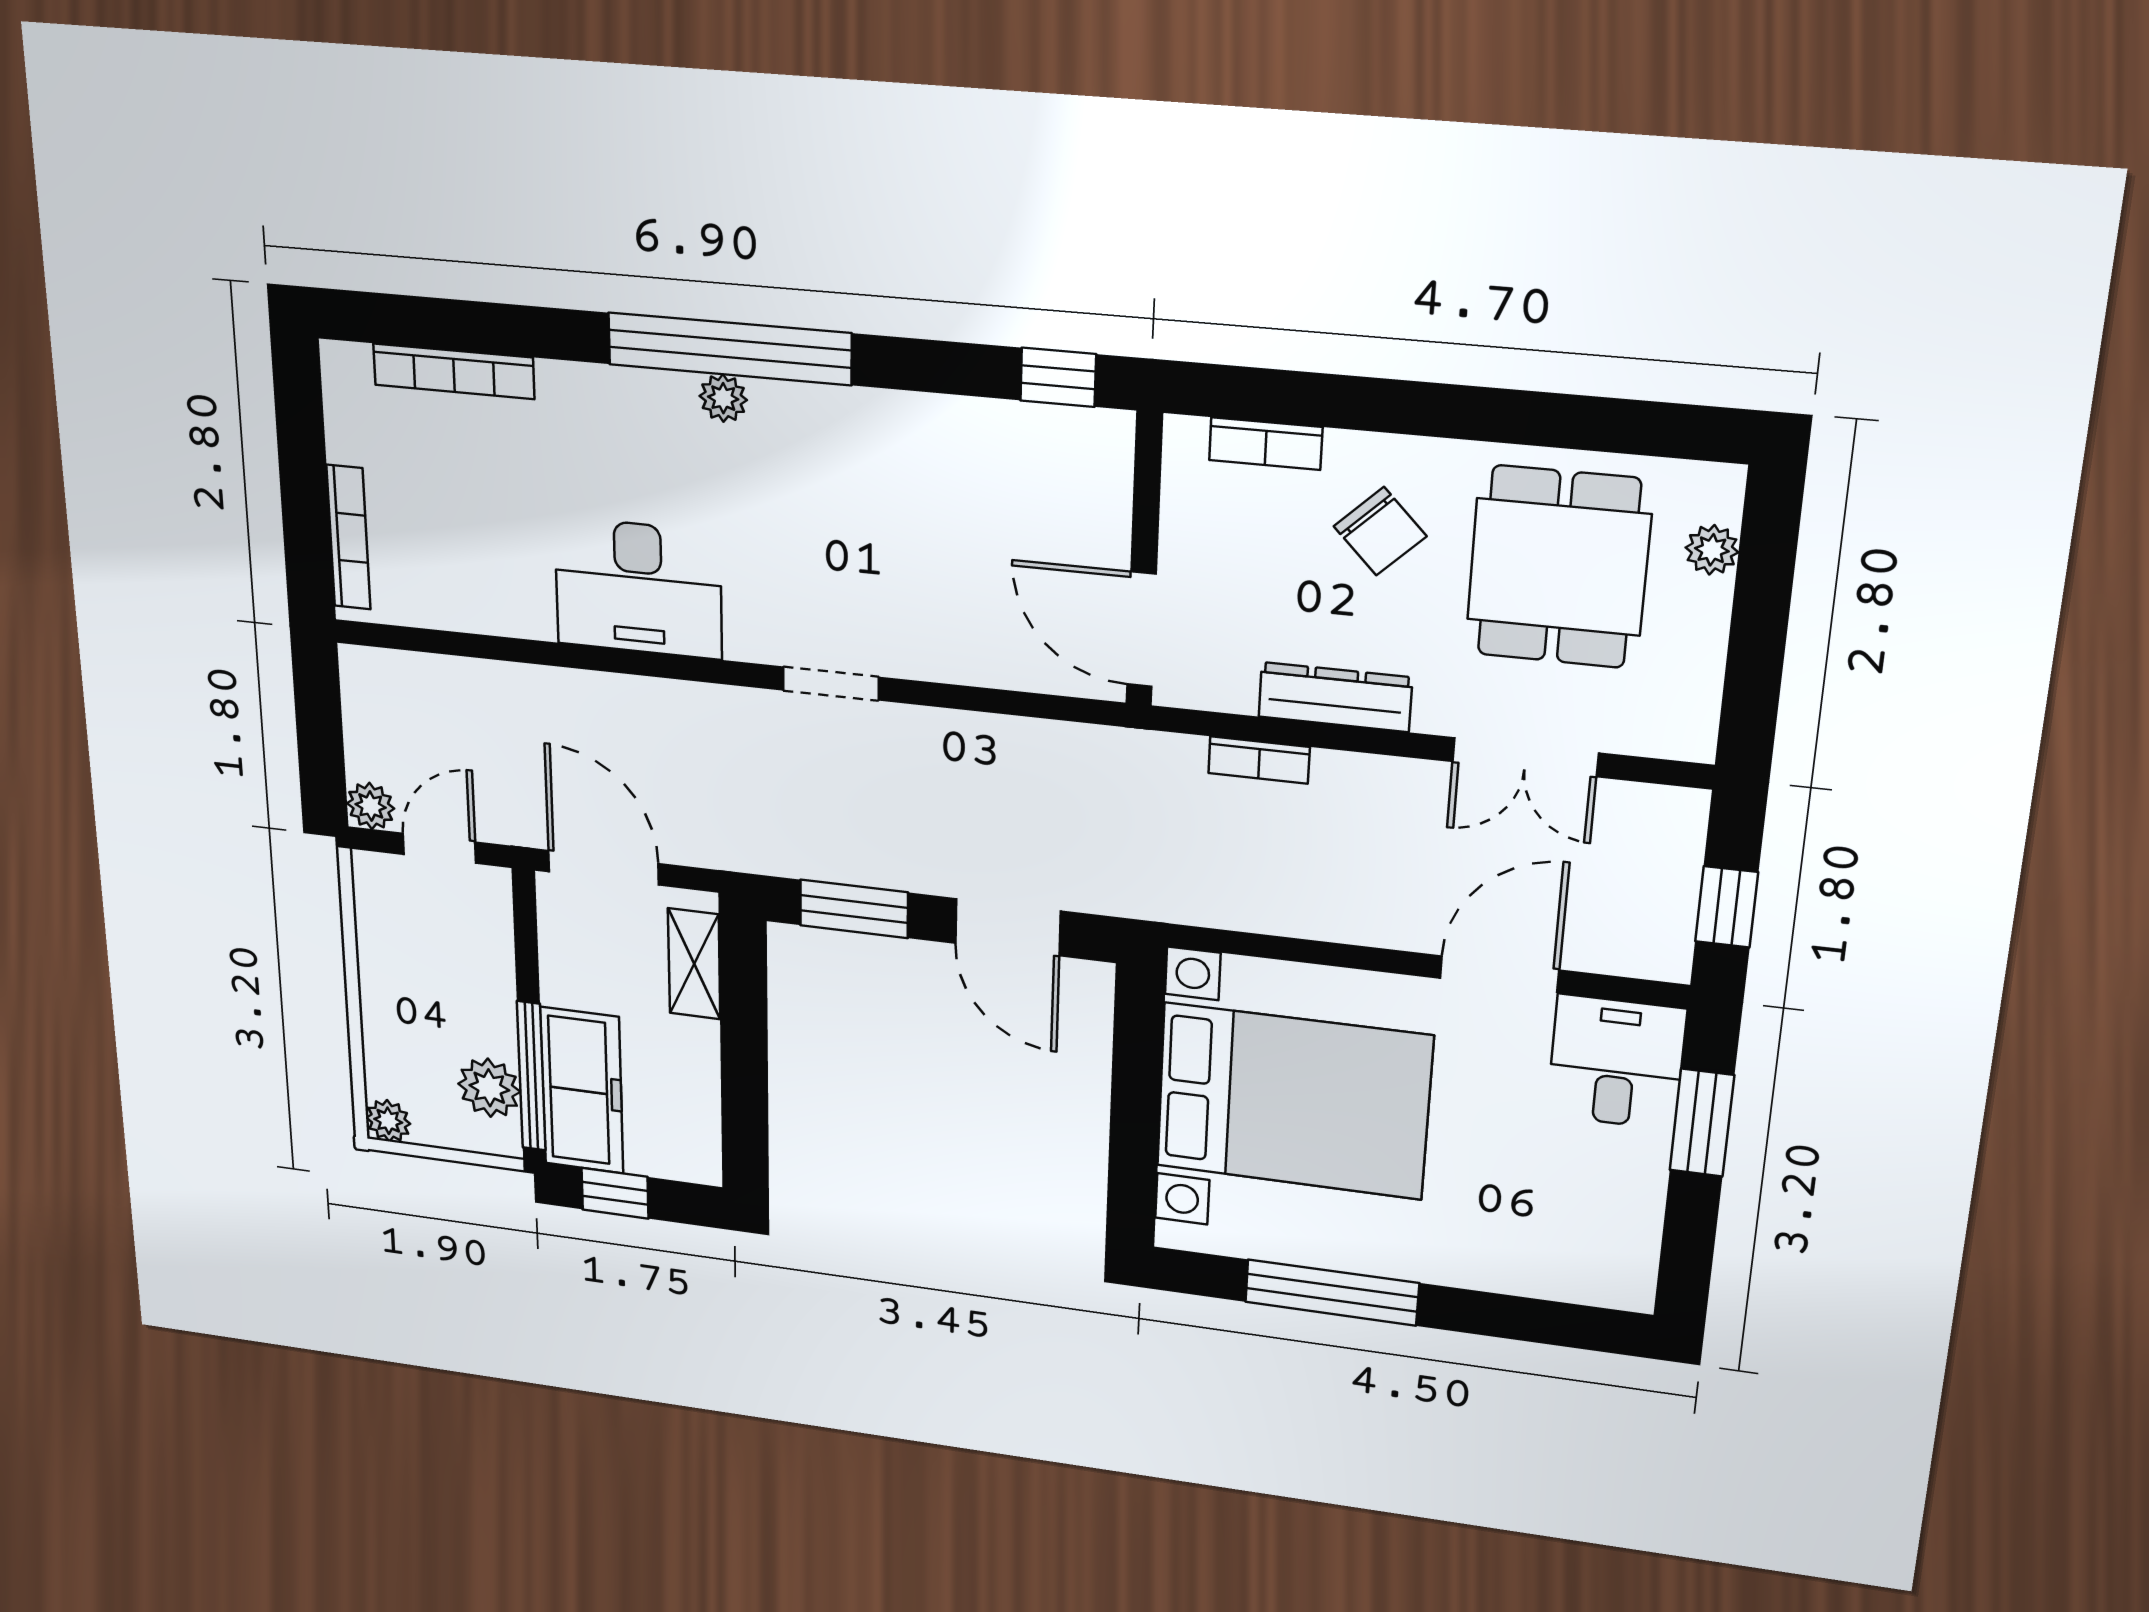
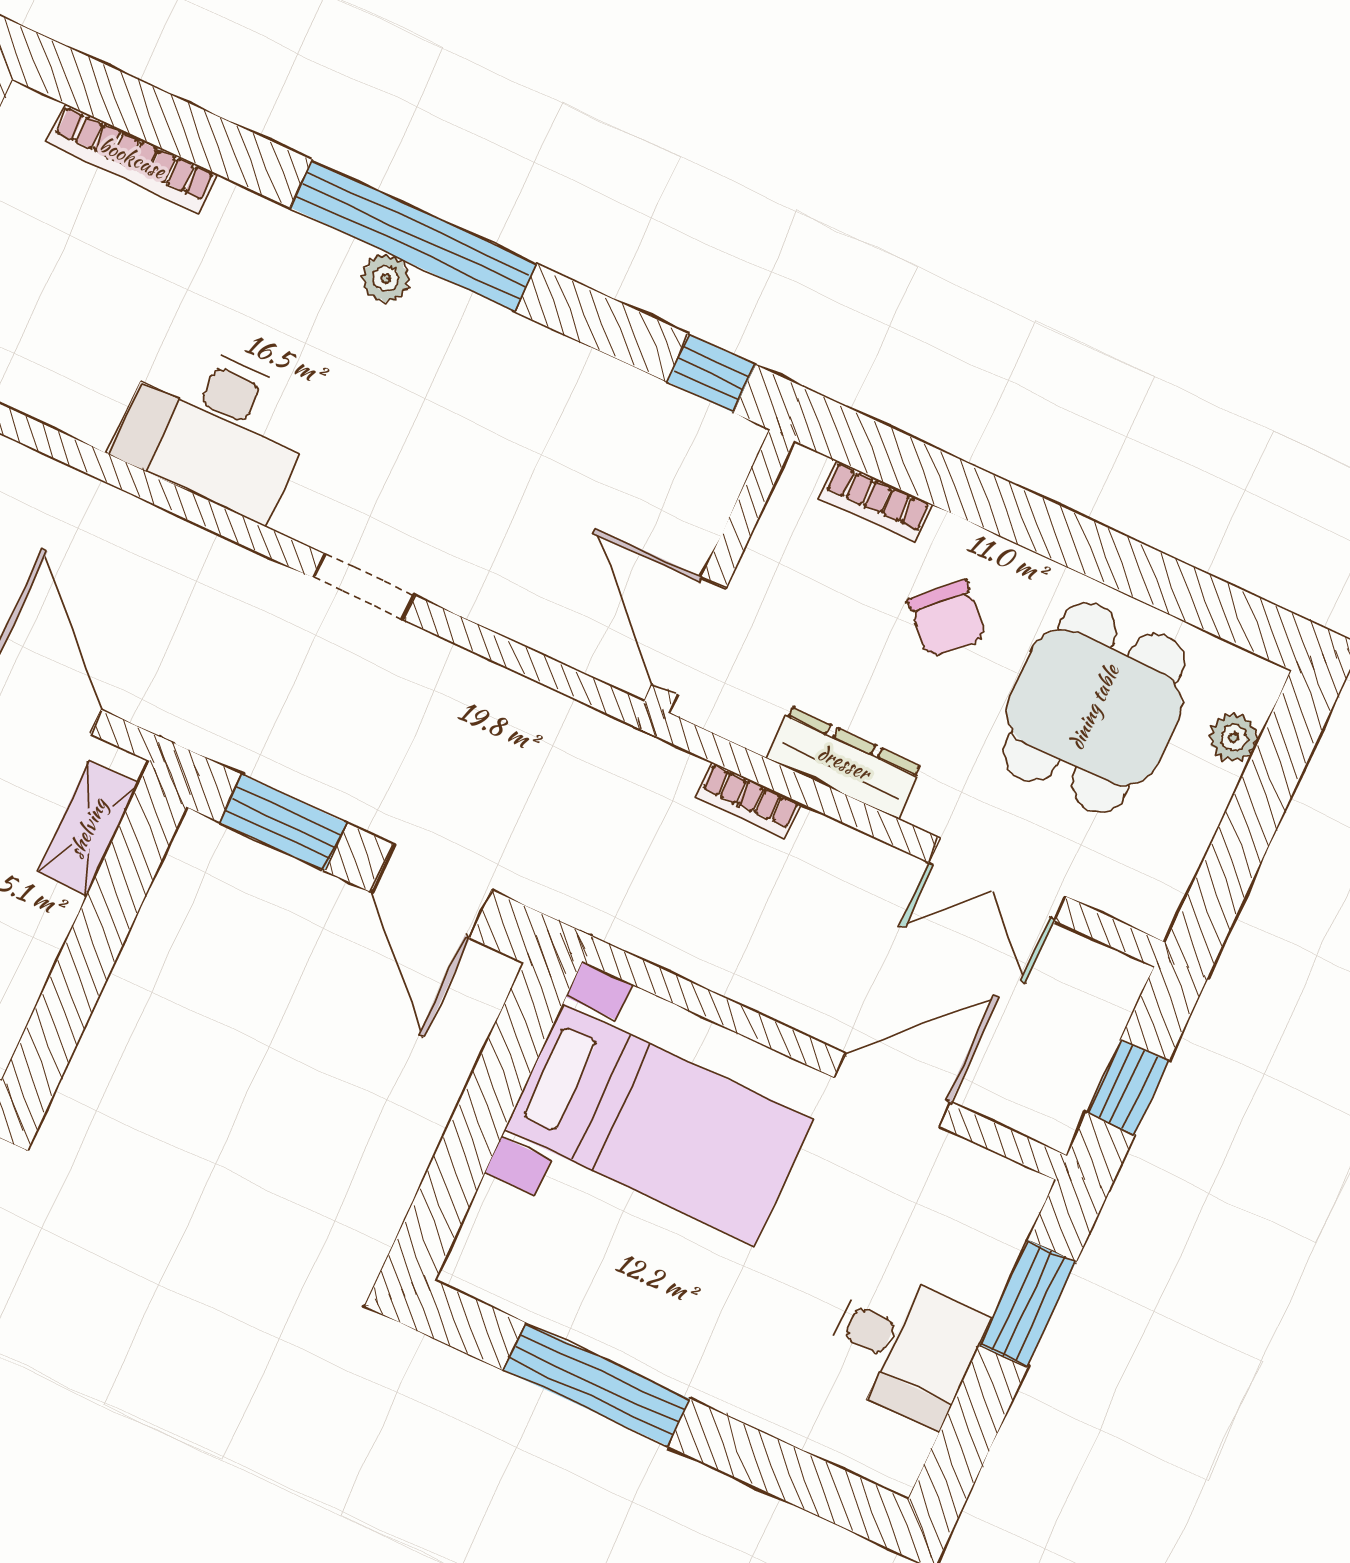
desk: (1616, 1062) -> (904, 1346), moved, turned 90
bed with nightstands: (1293, 1101) -> (659, 1125), width x0.73

